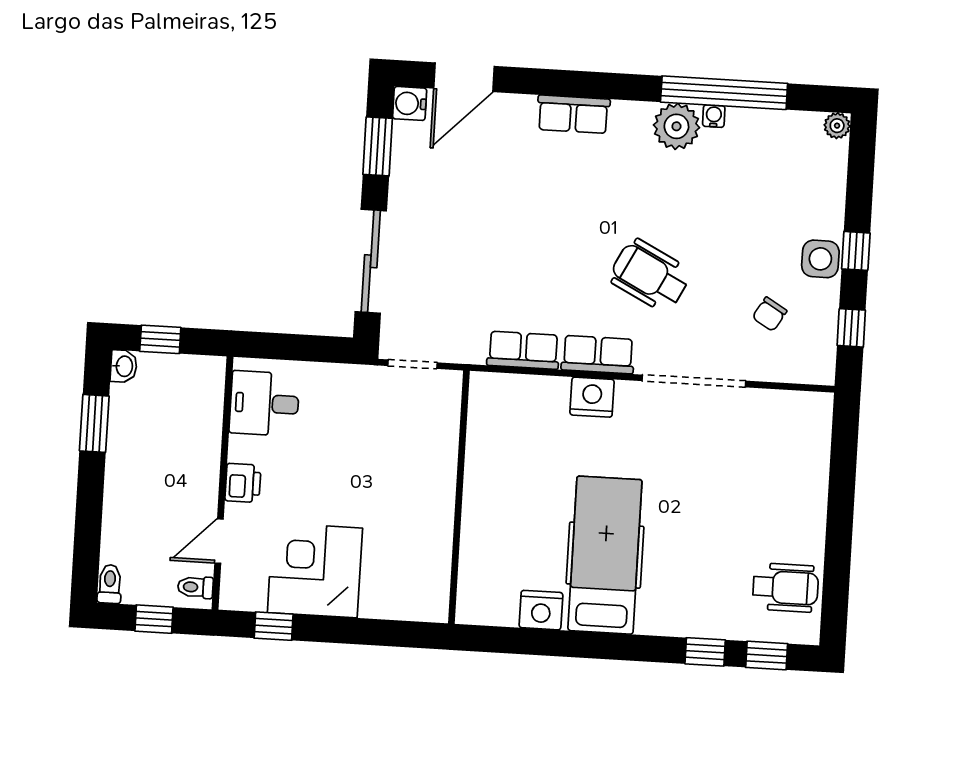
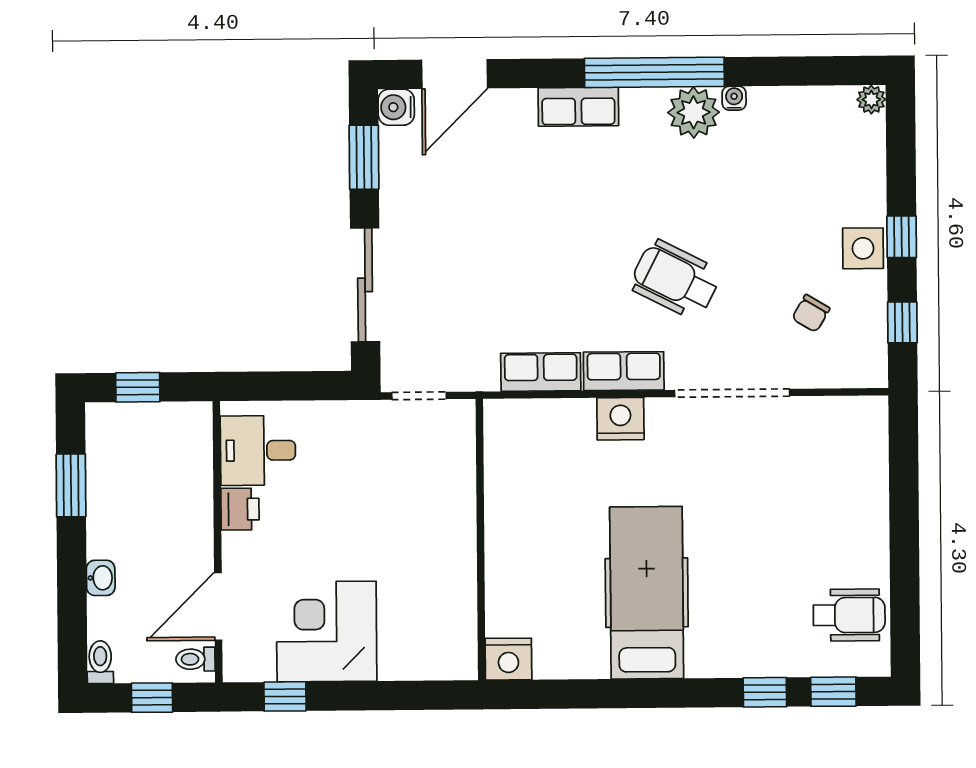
window: (724, 93) -> (654, 72), moved
washbasin: (124, 366) -> (101, 578), moved
printer: (243, 483) -> (240, 509), moved
door: (219, 541) -> (218, 606), width x1.38
nightstand: (541, 610) -> (508, 659), moved

